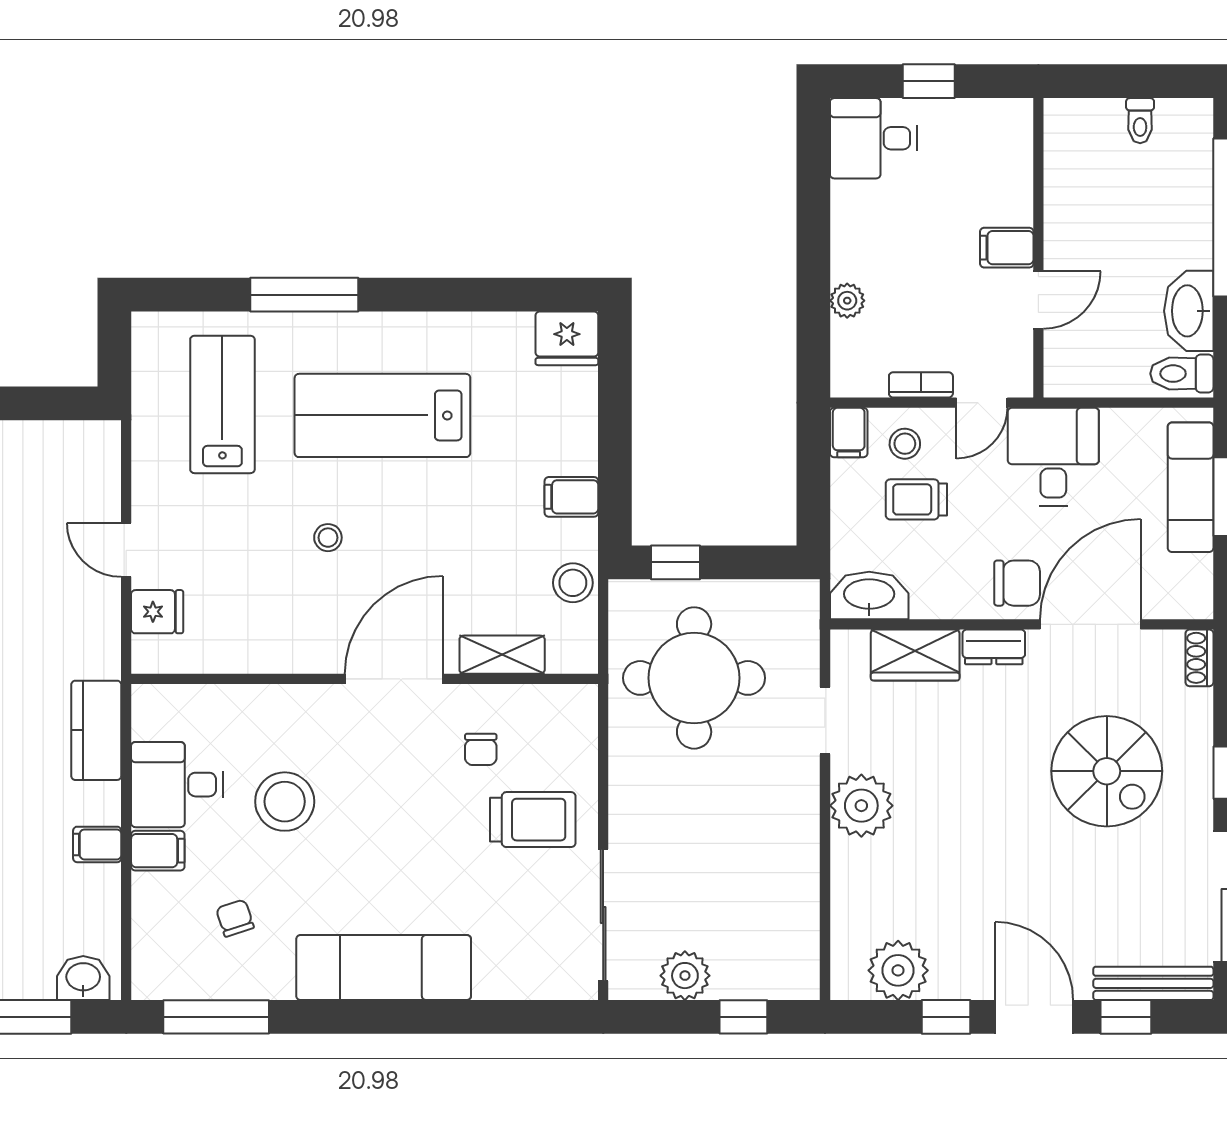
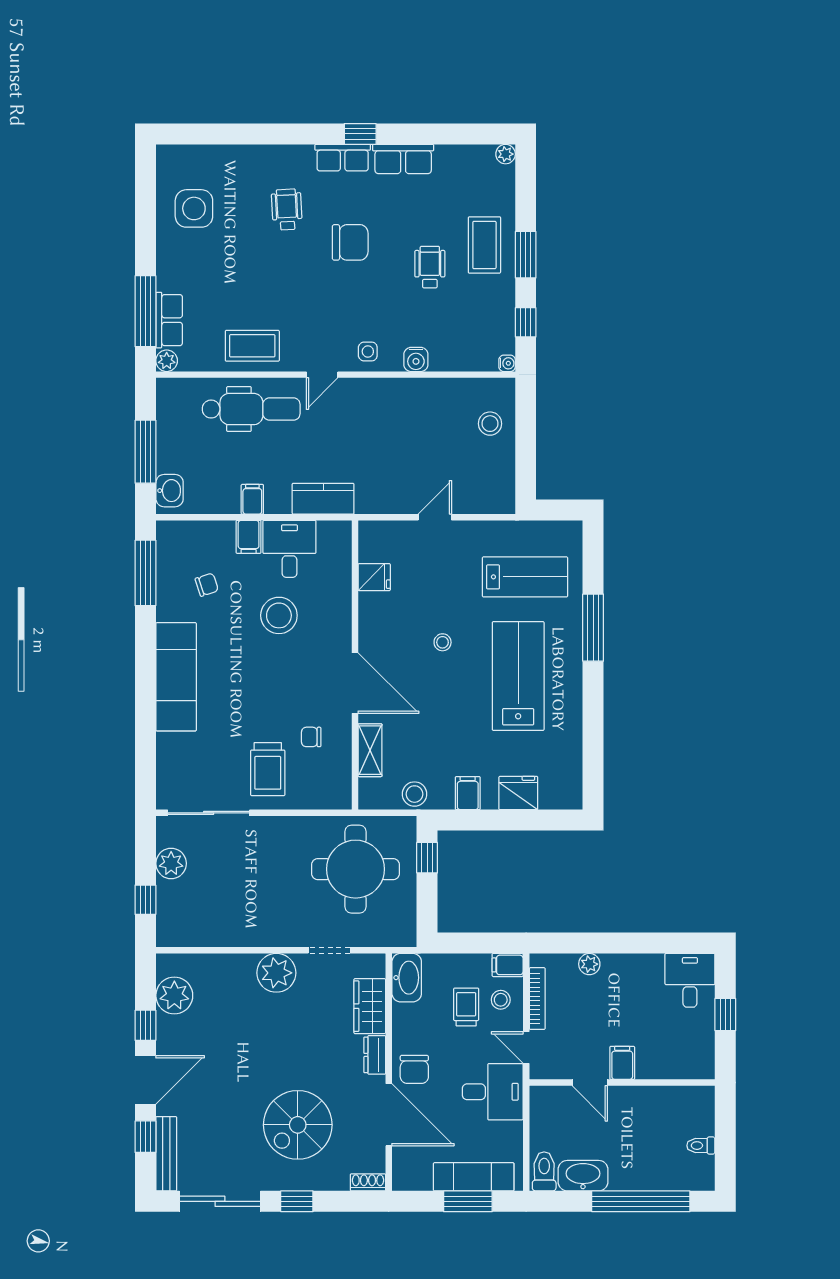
fridge: (567, 338) -> (518, 793), moved, turned 90
bookcase: (921, 385) -> (537, 999), width x1.56
fridge: (157, 612) -> (374, 577), moved, turned -90

